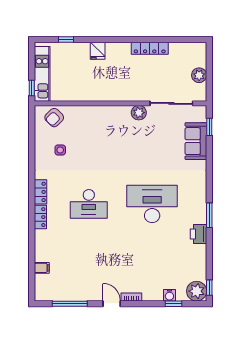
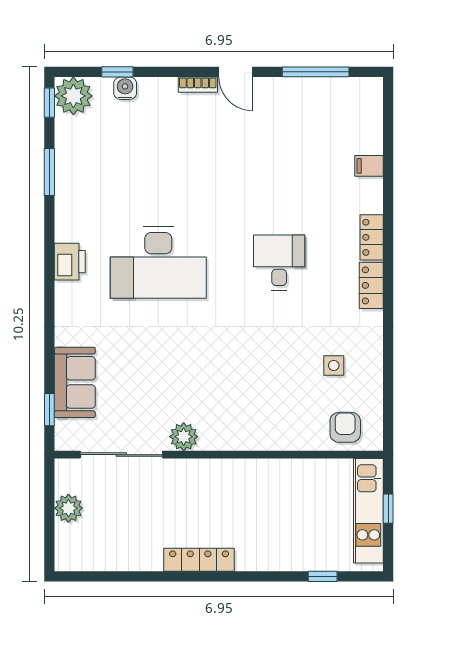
locker: (150, 48) -> (199, 560), moved
fridge: (98, 51) -> (262, 555), removed
window: (32, 88) -> (388, 509), moved
armchair: (54, 118) -> (345, 427), turned -45
desk: (89, 204) -> (279, 263), width x0.73
window: (209, 215) -> (49, 172), moved
printer: (198, 234) -> (70, 262), moved
filing cabinet: (42, 268) -> (369, 166), moved

